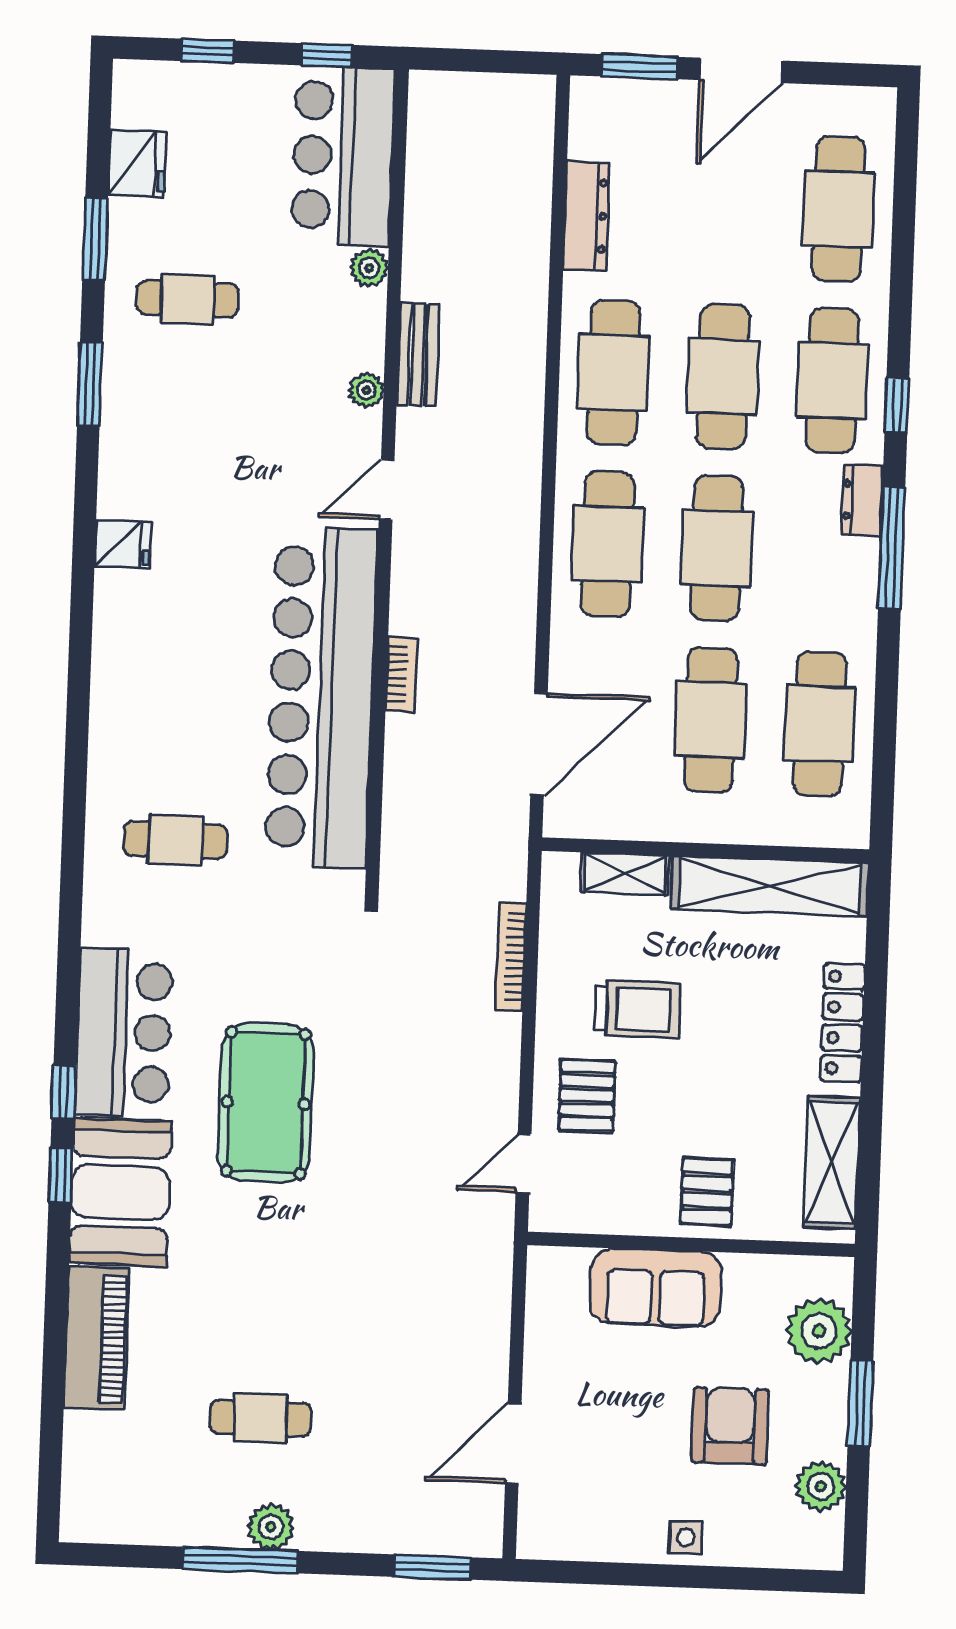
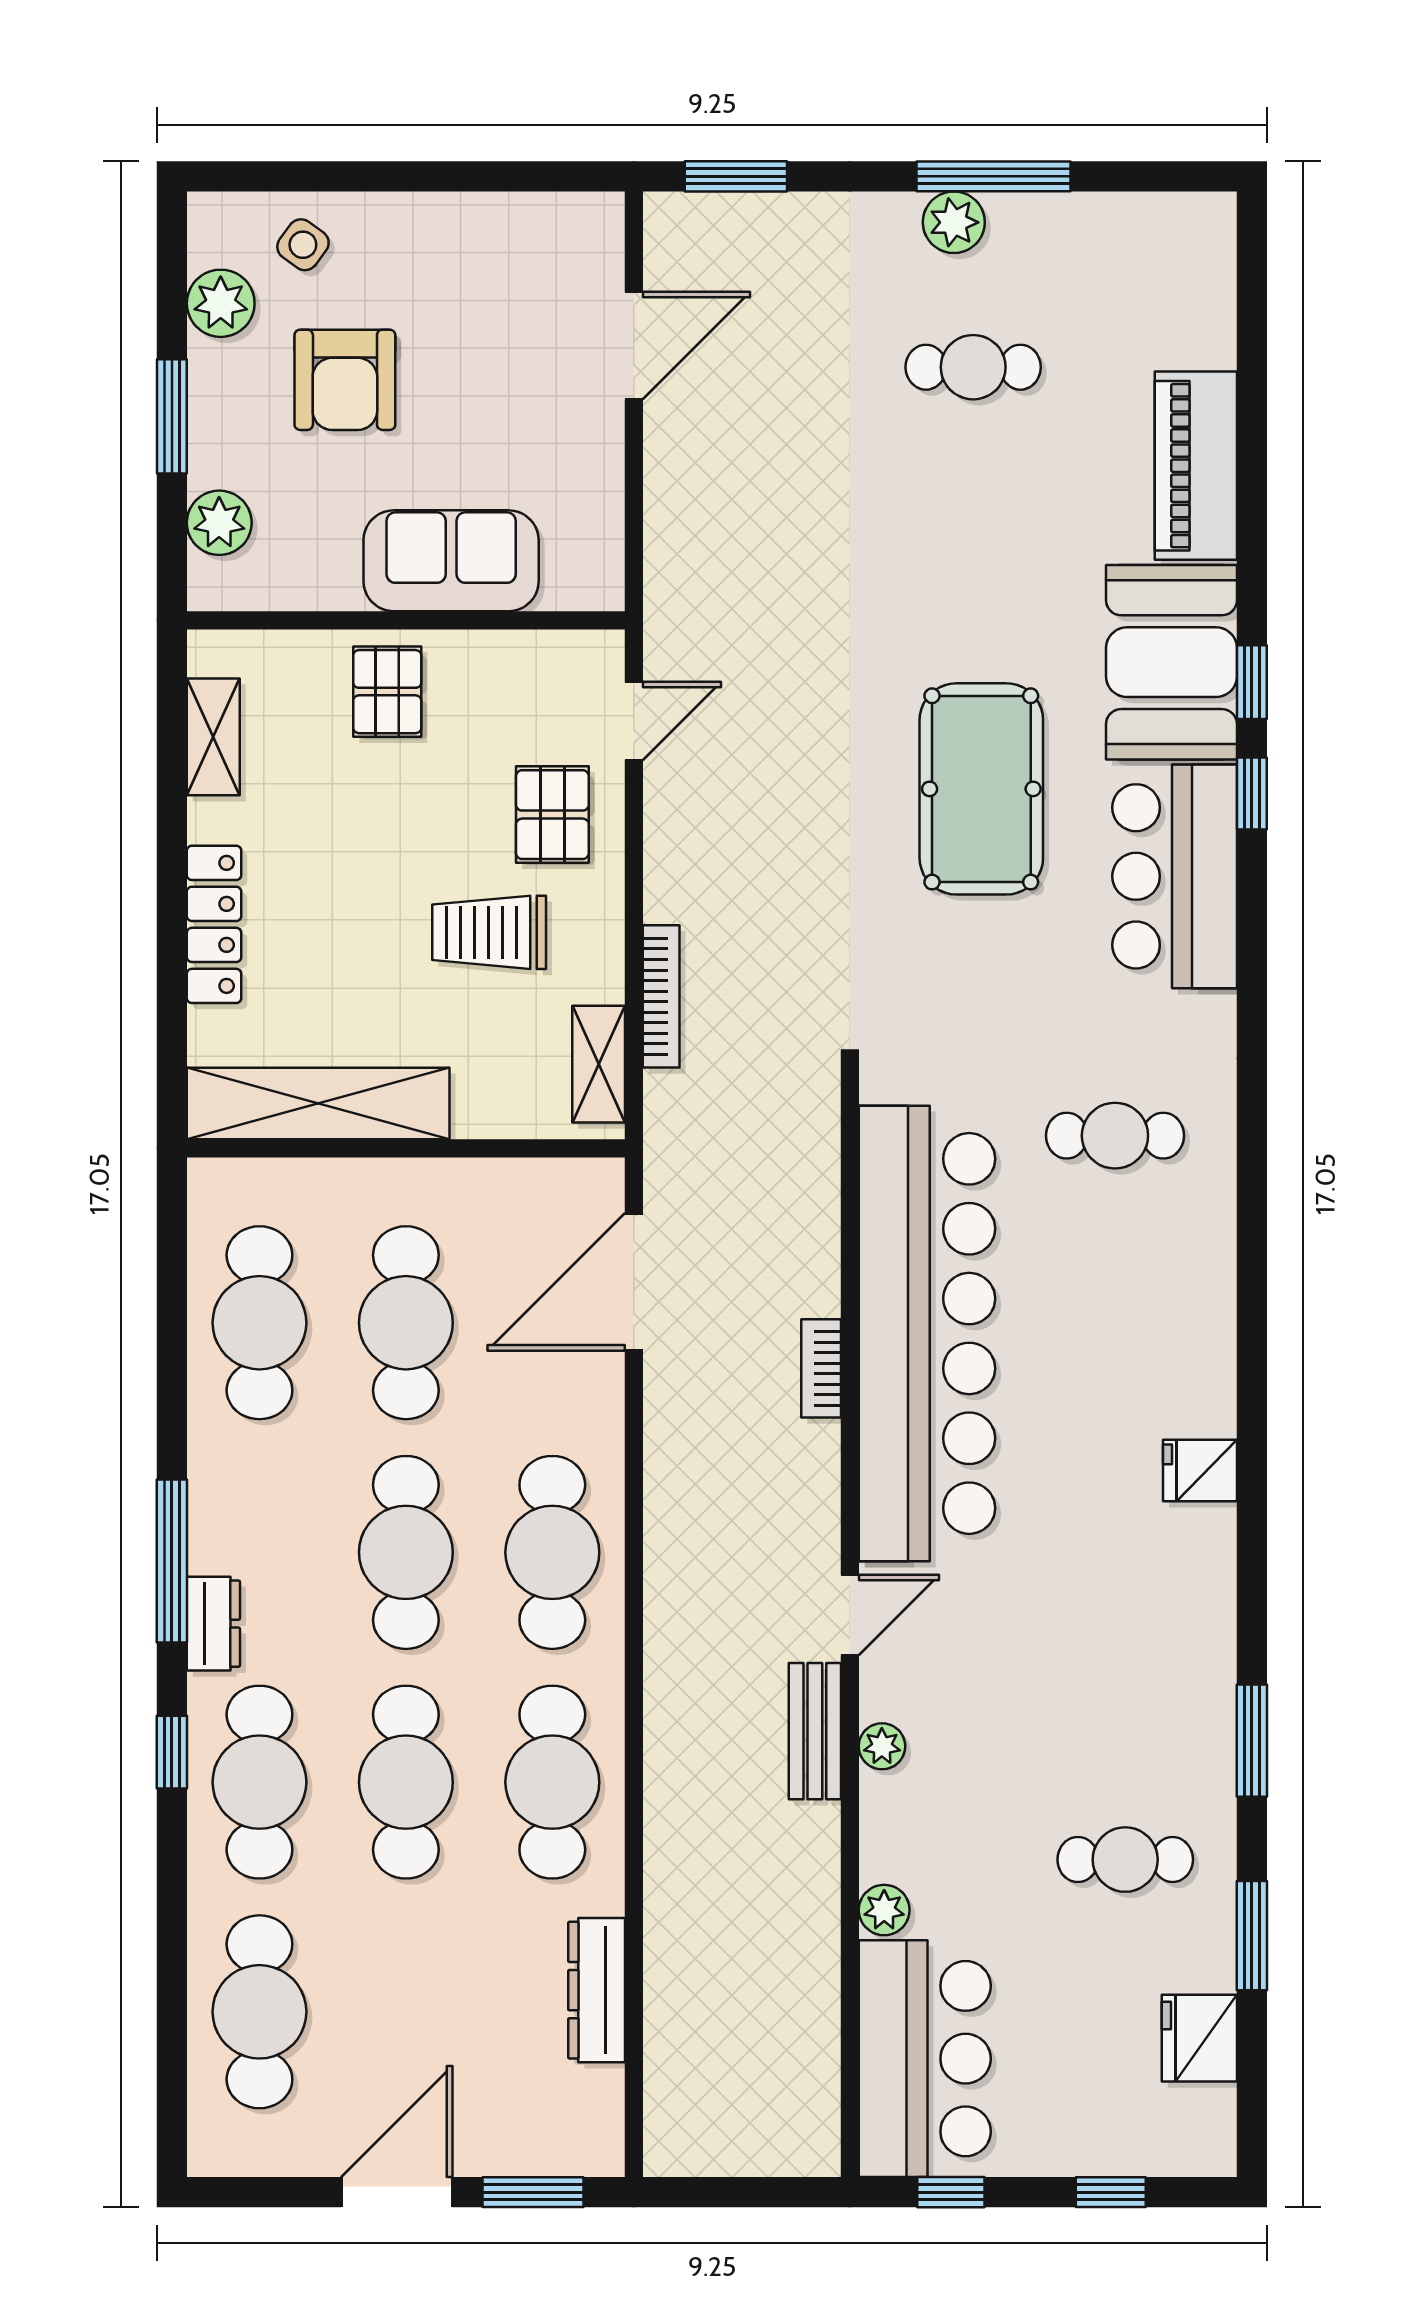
bench: (418, 354) -> (815, 1731), moved
fridge: (123, 544) -> (1200, 1470), moved
shelving: (625, 873) -> (599, 1064), moved, turned 90
shelving: (832, 1162) -> (213, 737), width x0.67, depth x0.75
plant: (819, 1331) -> (219, 523), width x0.73, depth x0.73
side table: (686, 1537) -> (303, 245), moved, turned 36

